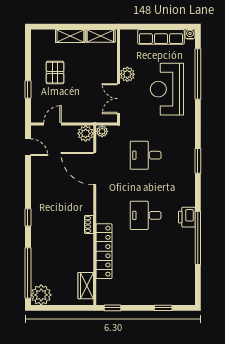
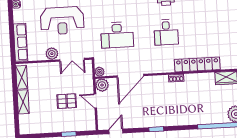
row of seats: (161, 37) -> (21, 42), moved
pallet: (55, 73) -> (67, 101), moved
door: (53, 124) -> (95, 101), moved
desk: (146, 155) -> (117, 35), width x1.37
window: (28, 217) -> (156, 129), moved

